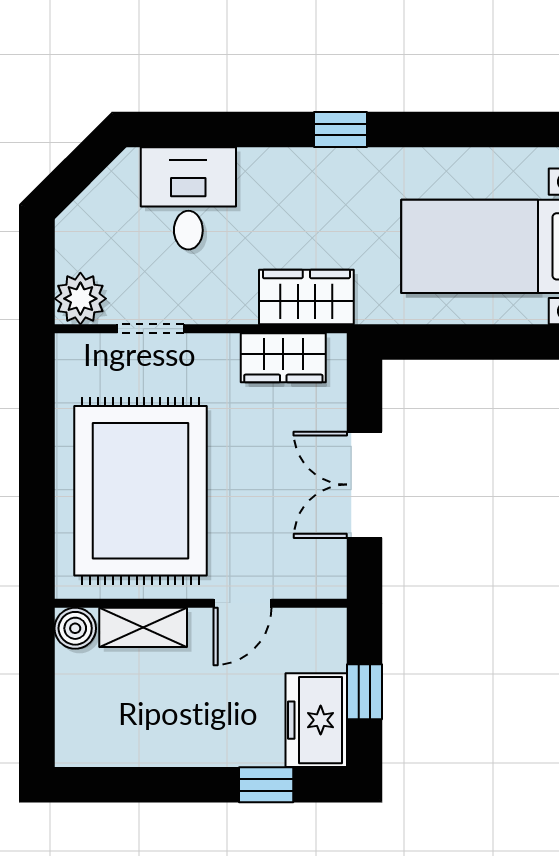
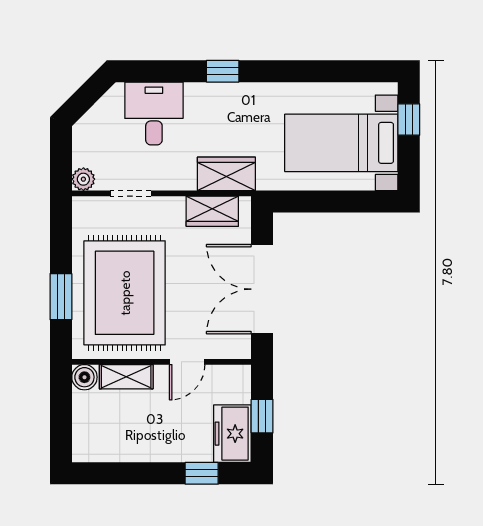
window: (340, 129) -> (223, 71), moved
plant: (80, 299) -> (83, 179), width x0.73, depth x0.73
double door: (365, 485) -> (262, 289), width x1.37
window: (37, 497) -> (61, 297), added

